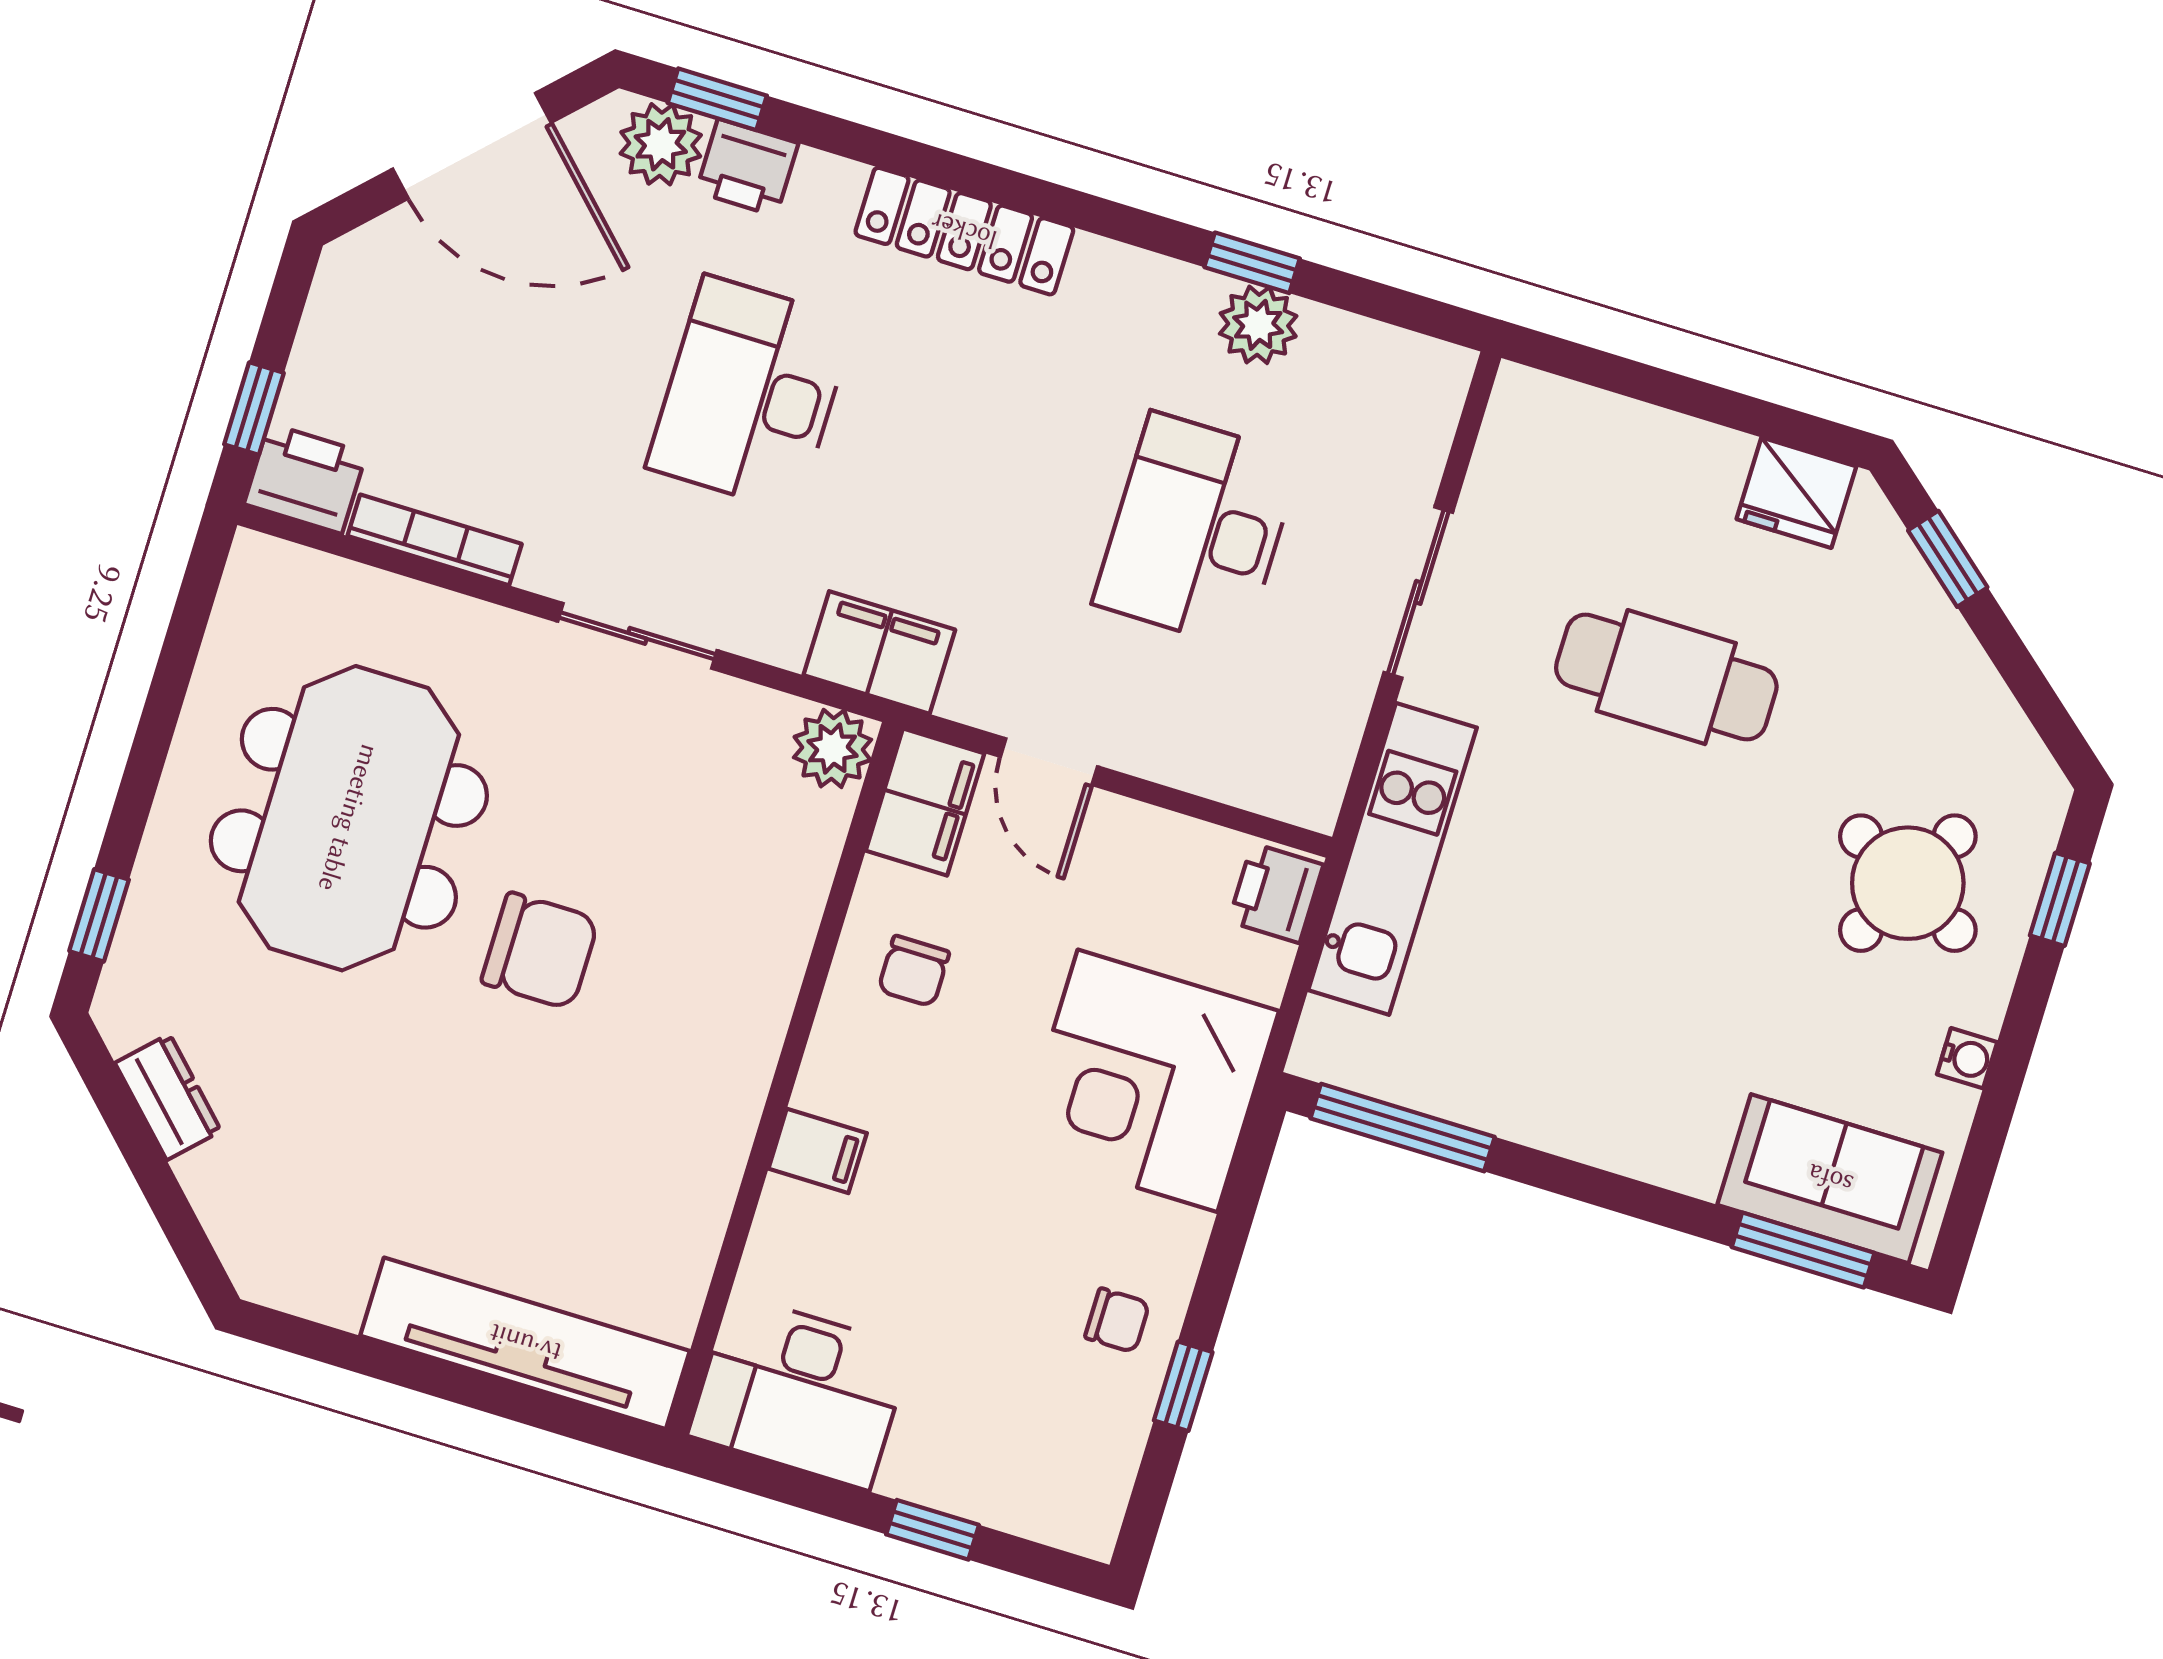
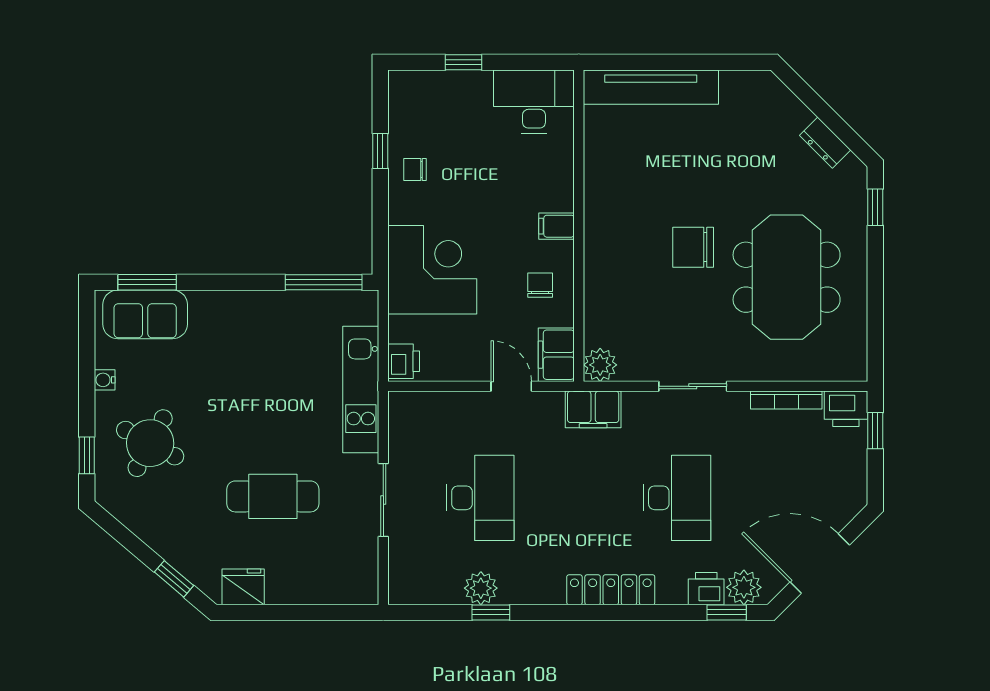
filing cabinet: (818, 1151) -> (557, 226), moved

